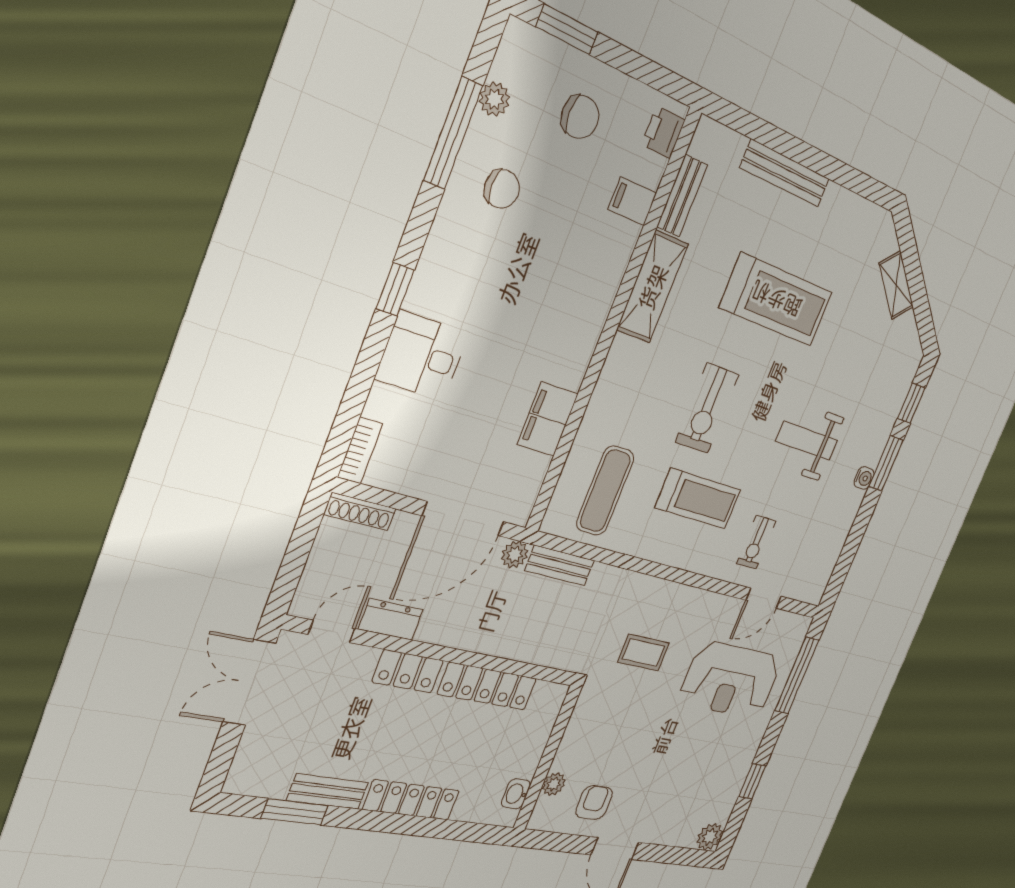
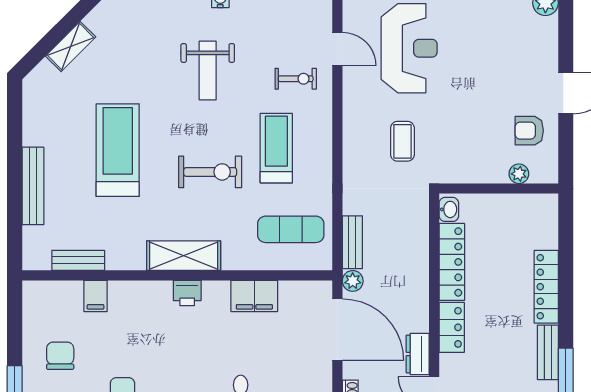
printer: (663, 132) -> (187, 293), moved
shelving: (652, 287) -> (184, 256), moved
washbasin: (516, 794) -> (449, 209), moved, turned -90

